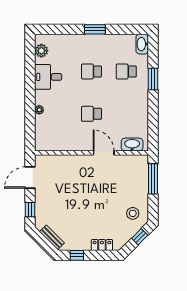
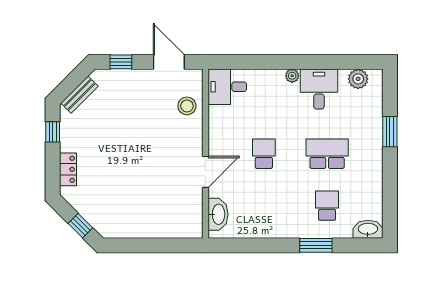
window: (95, 29) -> (390, 132), moved
school desk: (91, 71) -> (327, 154), width x1.85
plant: (39, 110) -> (292, 76), moved
desk: (47, 138) -> (227, 87), added
window: (153, 179) -> (167, 245), removed
stool: (133, 213) -> (187, 106), moved

